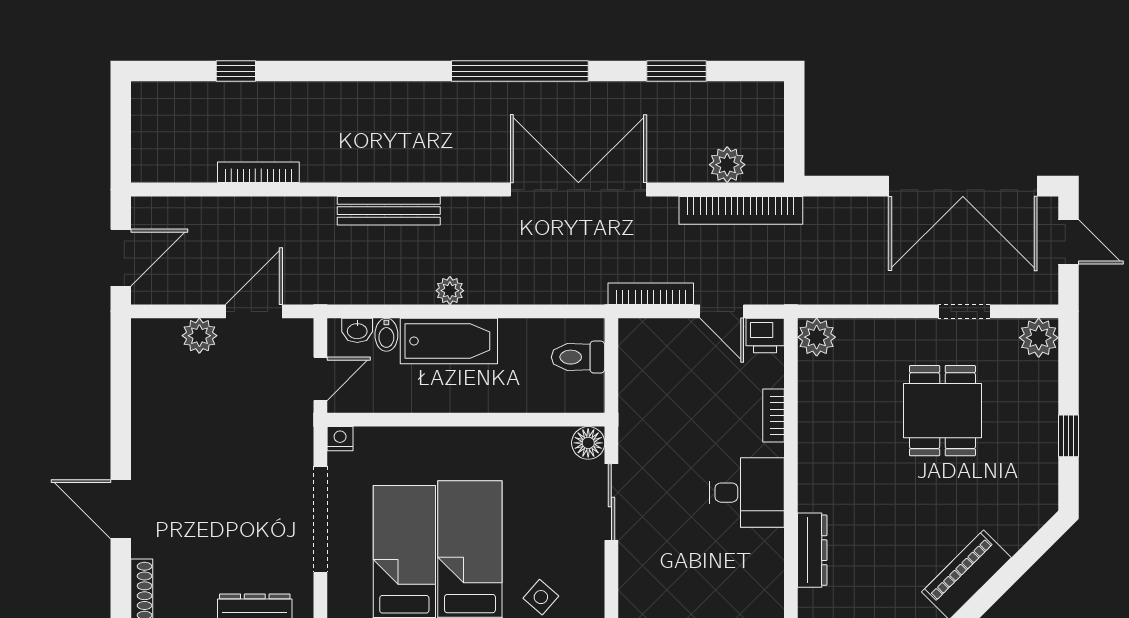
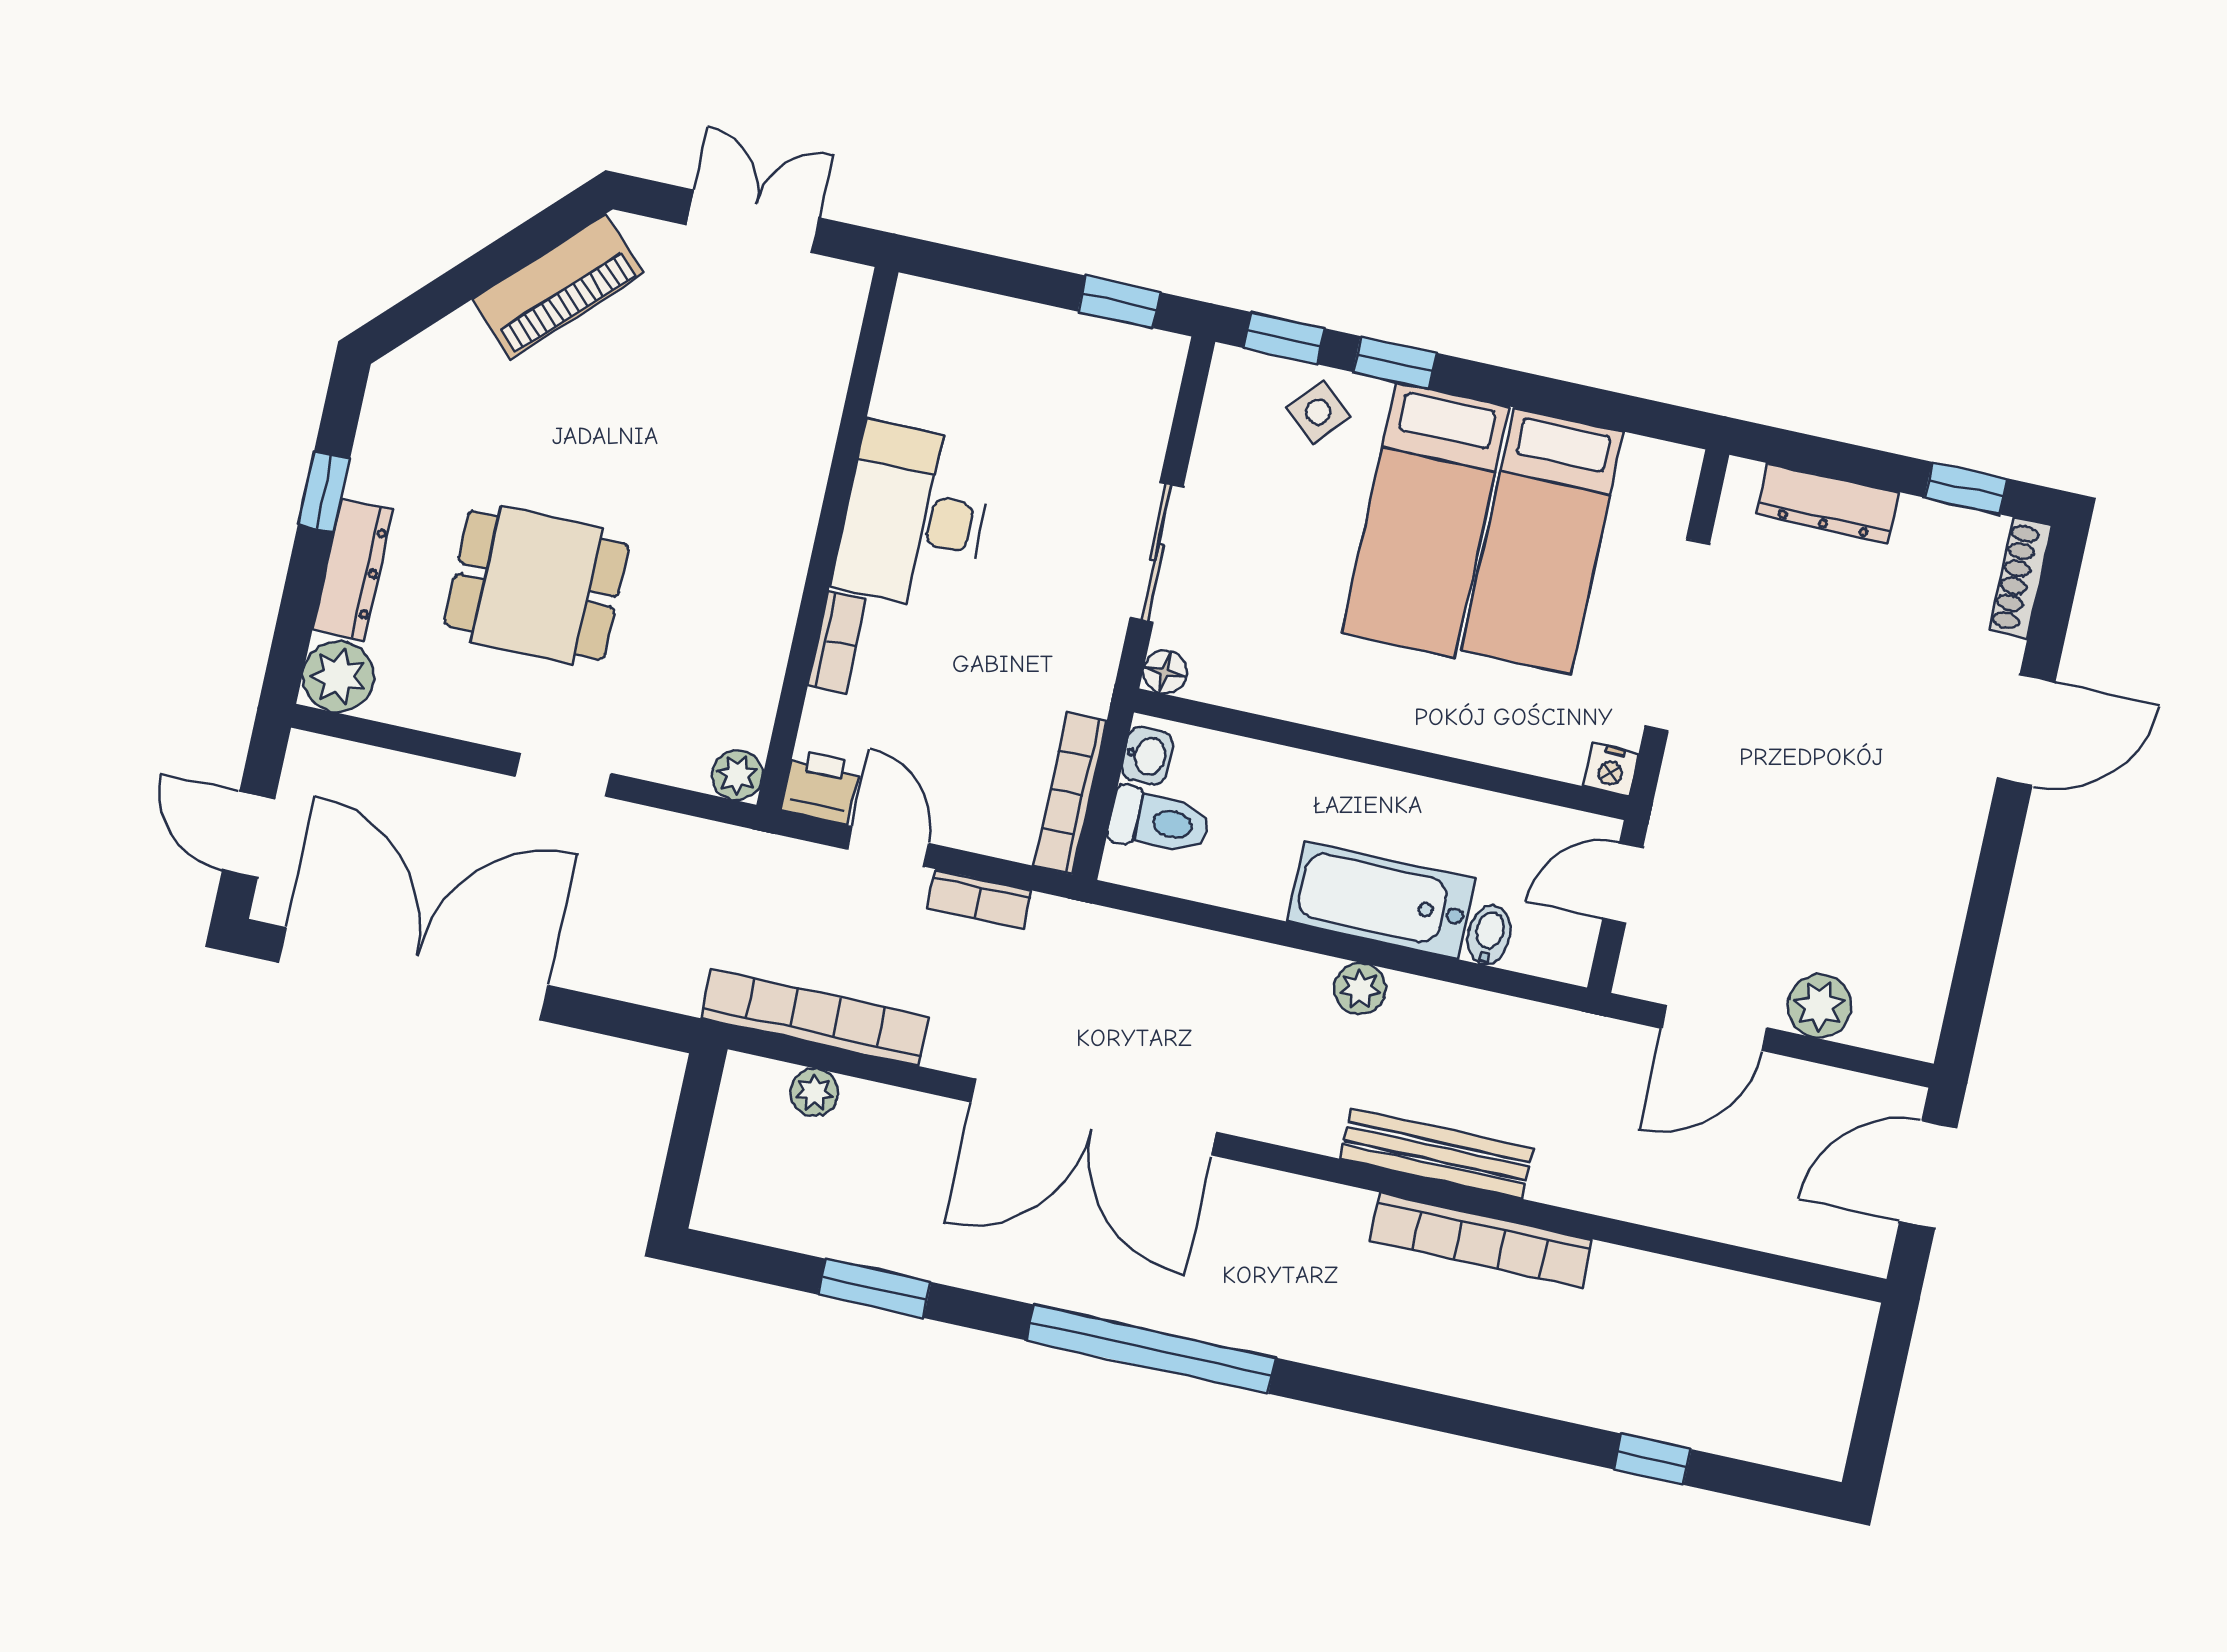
plant: (727, 165) -> (814, 1093), width x0.73, depth x0.73
bookcase: (258, 172) -> (1481, 1240), moved, width x1.48, depth x1.31
bookcase: (651, 294) -> (979, 899), width x0.64
doorway: (964, 311) -> (563, 775), moved
washbasin: (357, 330) -> (1147, 756), moved, turned 90
plant: (817, 337) -> (737, 775), width x0.73, depth x0.73
bookcase: (629, 362) -> (1070, 793), added
dining table: (942, 411) -> (537, 585), turned 90
floor lamp: (588, 443) -> (1165, 672), width x0.73, depth x0.73
desk: (747, 493) -> (914, 517), width x1.37
door: (121, 509) -> (2026, 730), hinge flipped
dresser: (812, 550) -> (353, 570), moved, turned 180

